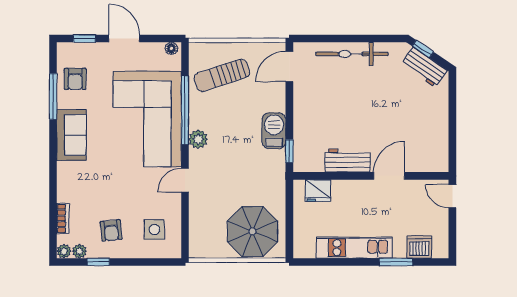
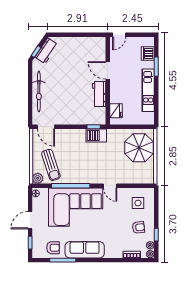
barbecue: (274, 131) -> (96, 136), moved
sofa: (71, 135) -> (85, 250), width x1.36
plant: (198, 139) -> (38, 178), moved

